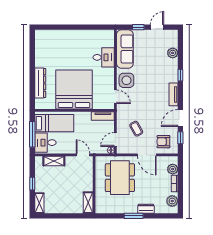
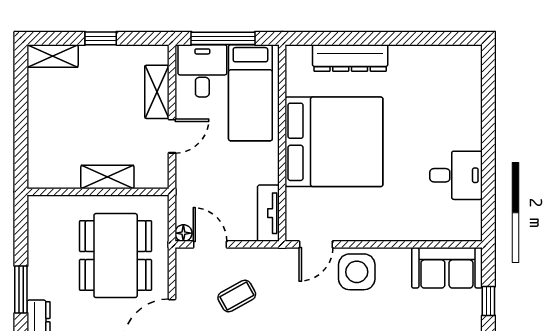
sofa: (125, 49) -> (447, 268), width x0.73
desk: (104, 57) -> (456, 175), moved, turned -90
door: (83, 155) -> (172, 136), moved
dining table: (120, 178) -> (116, 256), turned 90
shelving: (88, 203) -> (107, 177), moved

